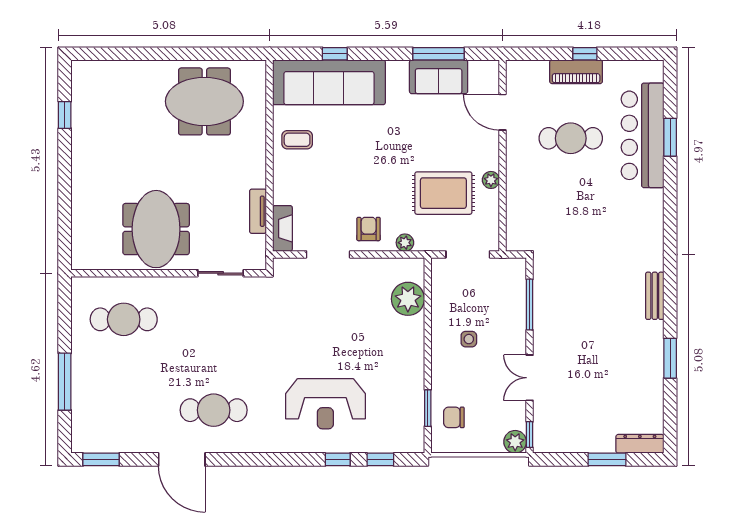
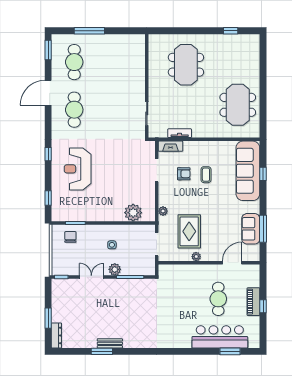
window: (670, 137) -> (230, 351), moved
coffee table: (297, 140) -> (206, 175), moved
meeting table: (156, 229) -> (186, 65), moved, turned 90
armchair: (369, 229) -> (184, 174), moved
bench: (655, 296) -> (110, 343), moved
cafe table: (124, 319) -> (74, 62), moved
plant: (515, 442) -> (115, 269), moved
window: (338, 459) -> (48, 154), moved

